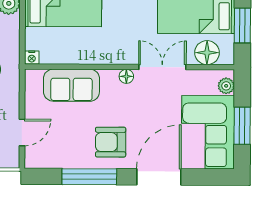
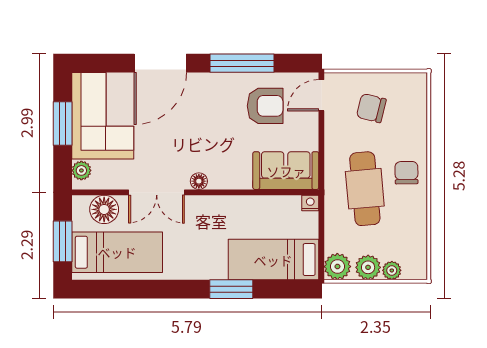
sofa: (71, 85) -> (286, 171), moved
door: (22, 132) -> (321, 95), moved
armchair: (111, 142) -> (265, 106), moved

